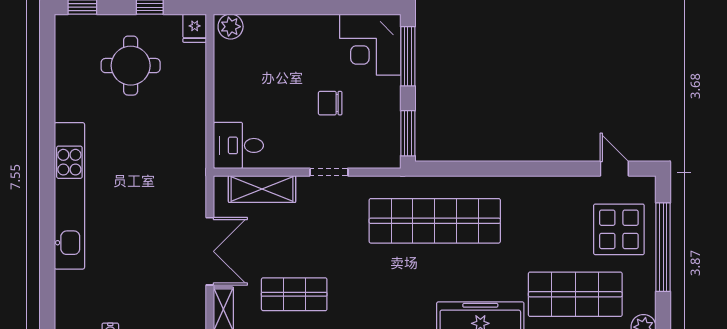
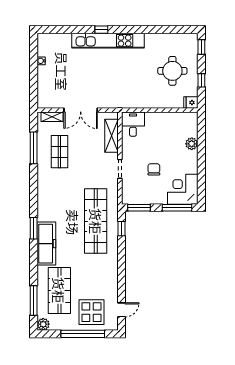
plant: (231, 27) -> (192, 144), moved
window: (450, 169) -> (122, 229), added
window: (47, 209) -> (101, 30), added

